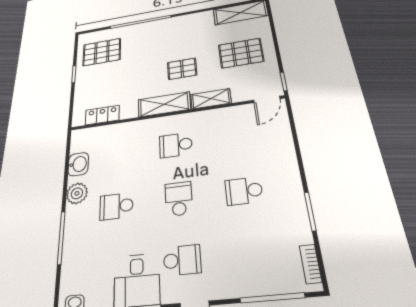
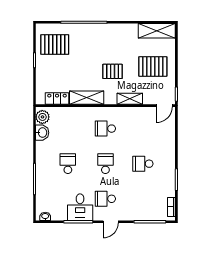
shelving: (164, 104) -> (87, 98), moved
plant: (77, 193) -> (42, 117), moved
school desk: (116, 206) -> (68, 164), turned 90
school desk: (182, 260) -> (105, 199), turned 180

